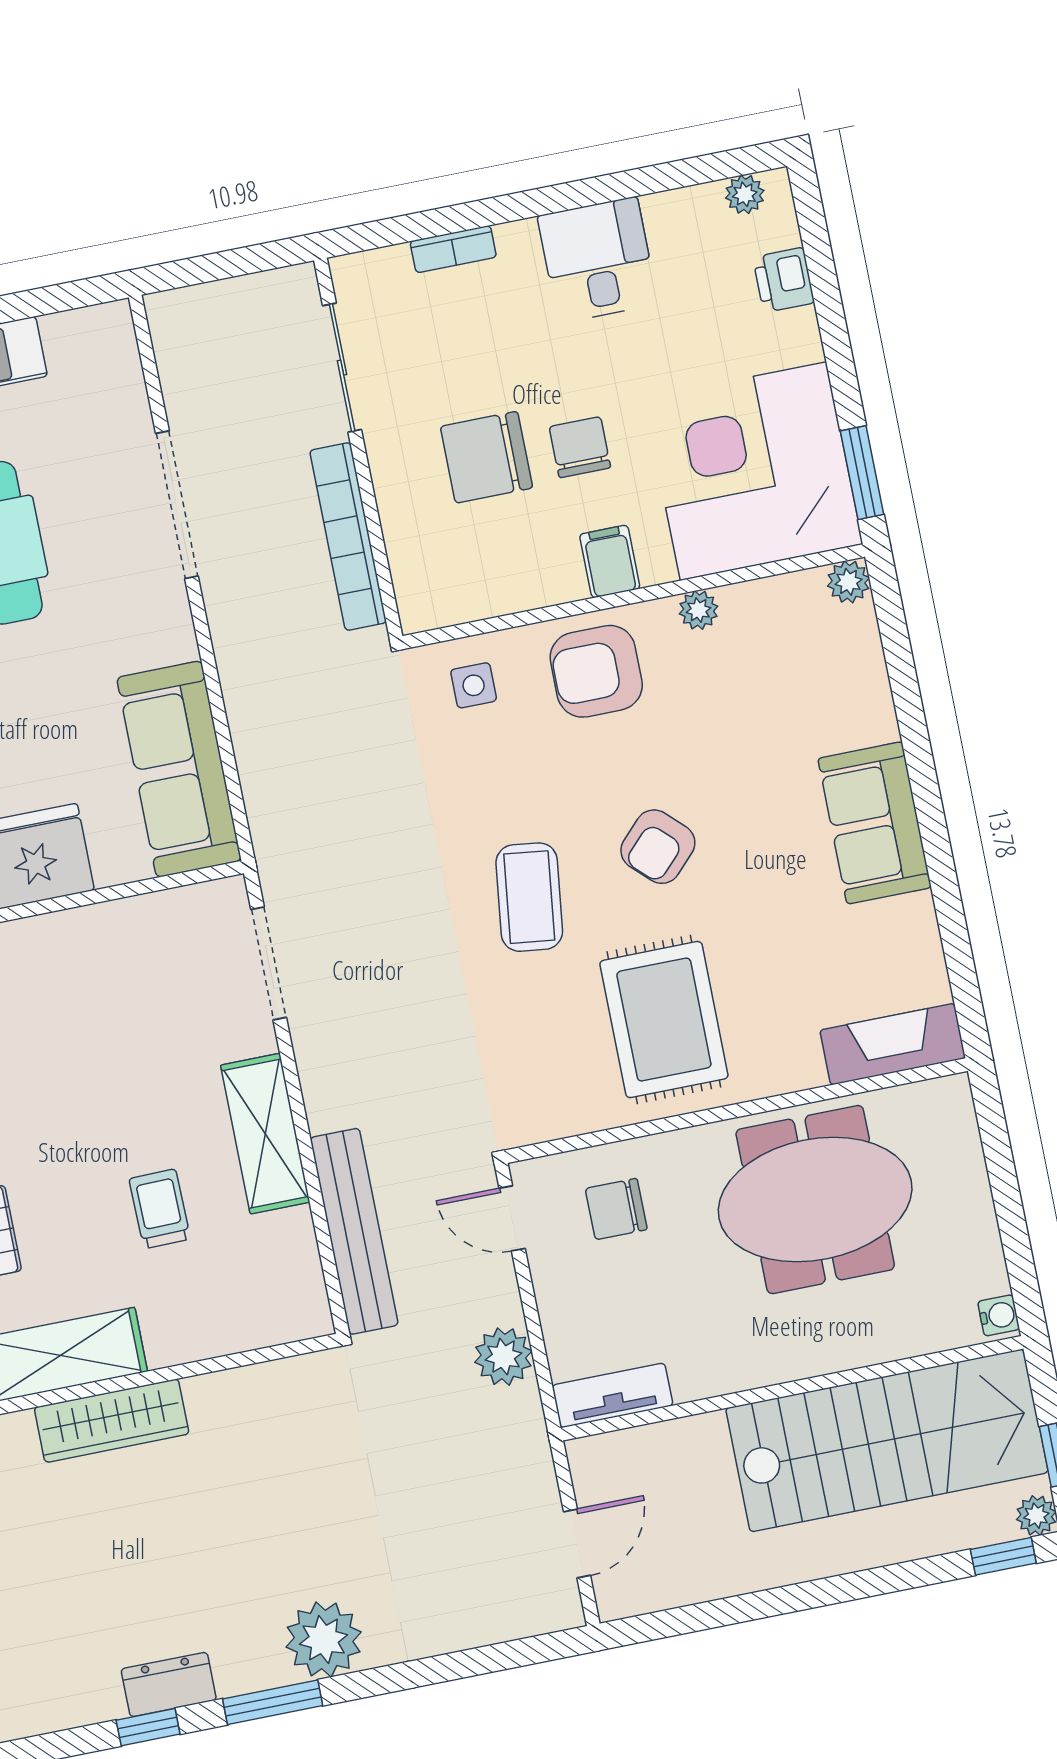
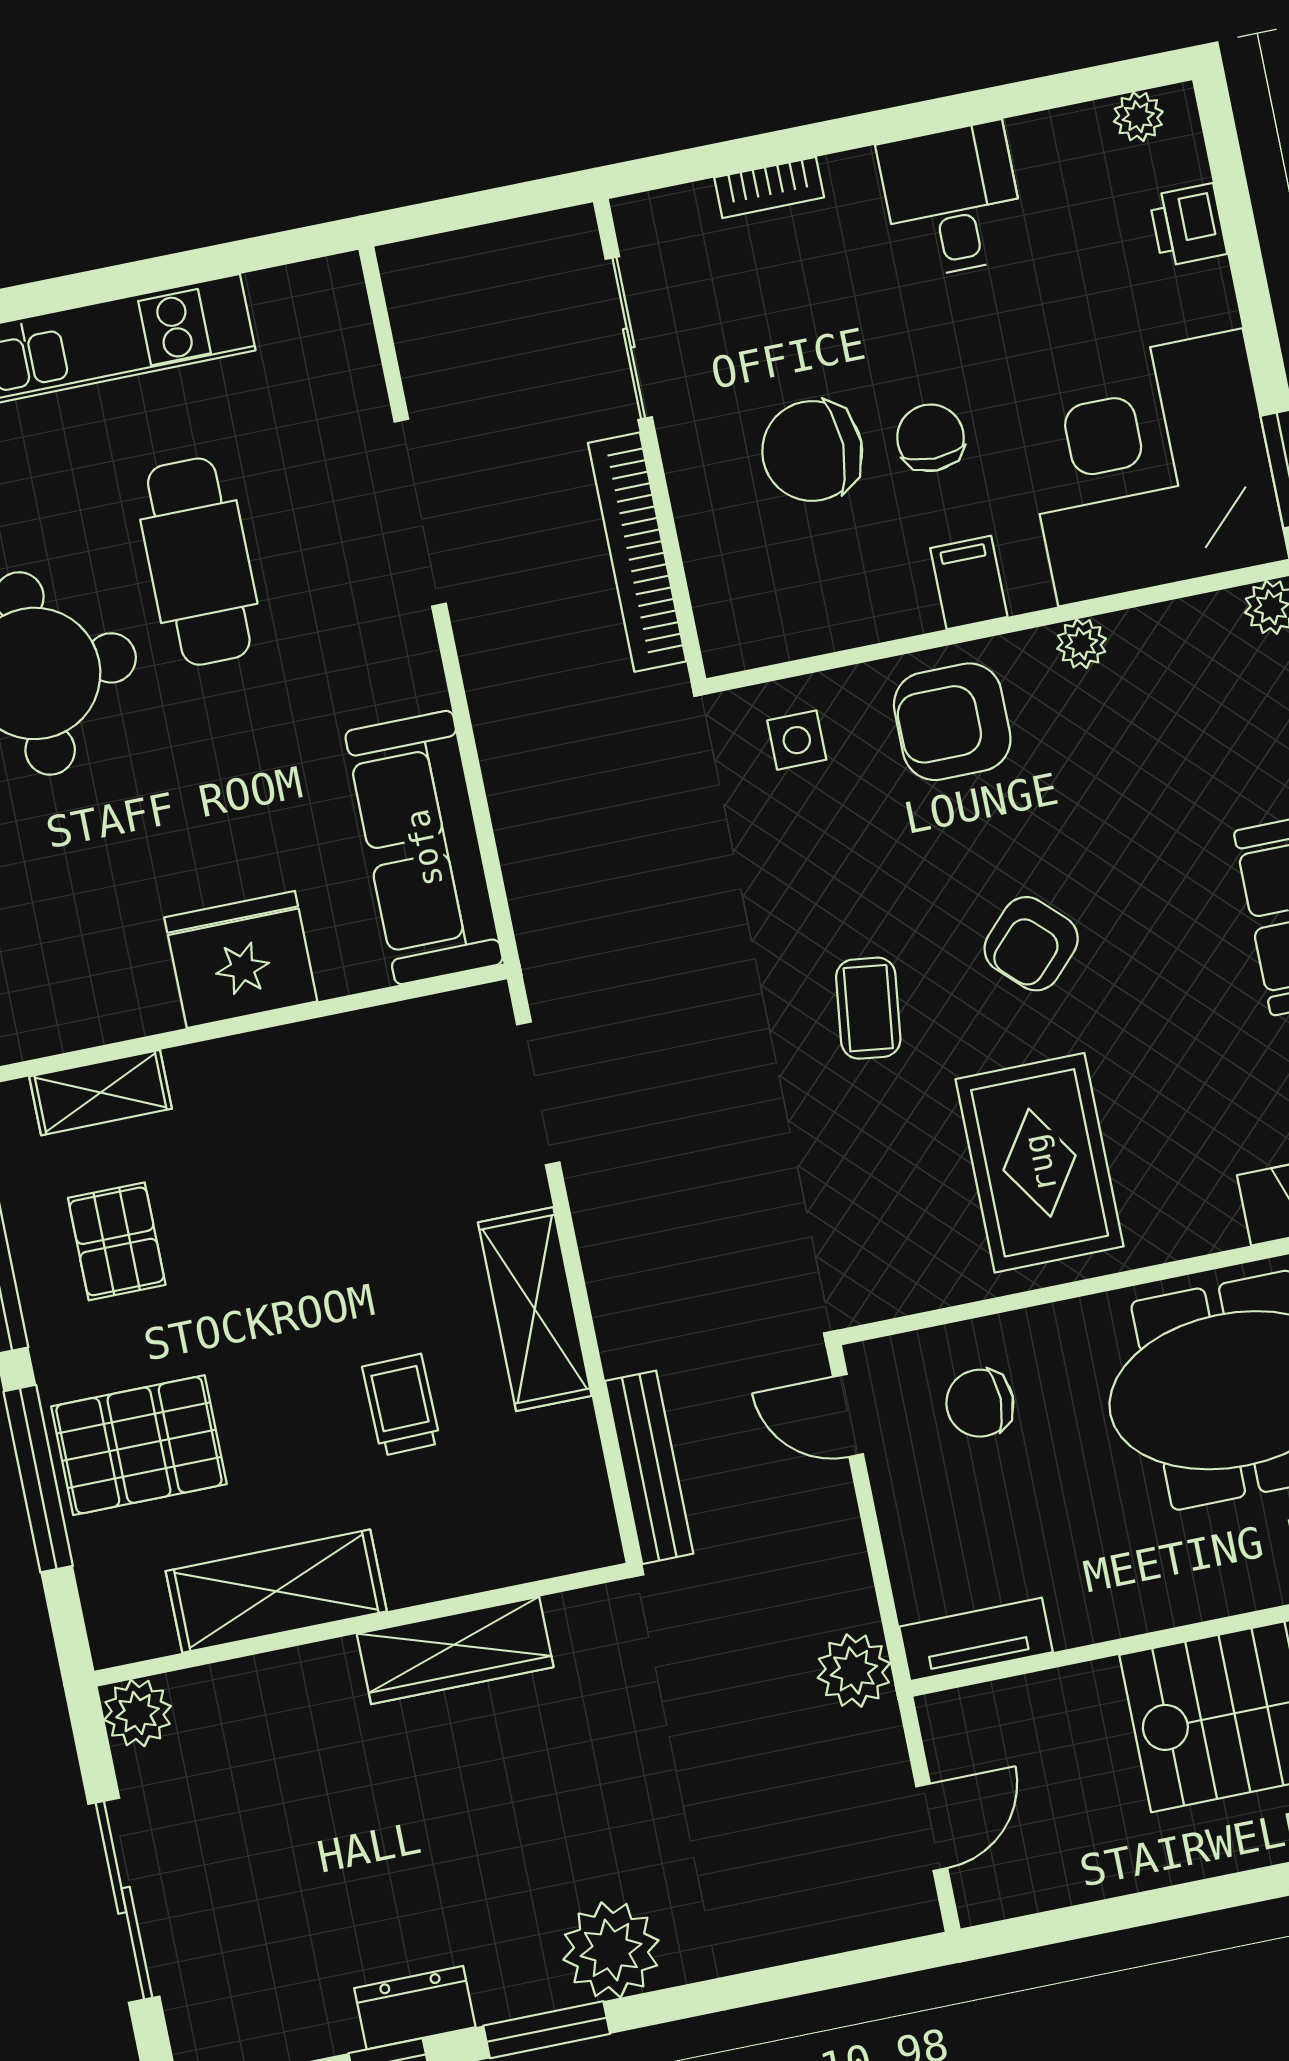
coffee table: (529, 897) -> (868, 1008), width x0.73, depth x0.77
bench: (354, 1231) -> (649, 1467), width x0.73, depth x0.82
plant: (503, 1357) -> (854, 1671), moved
wardrobe: (112, 1421) -> (455, 1650), moved

